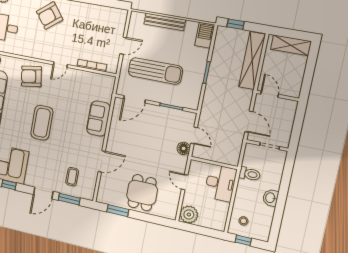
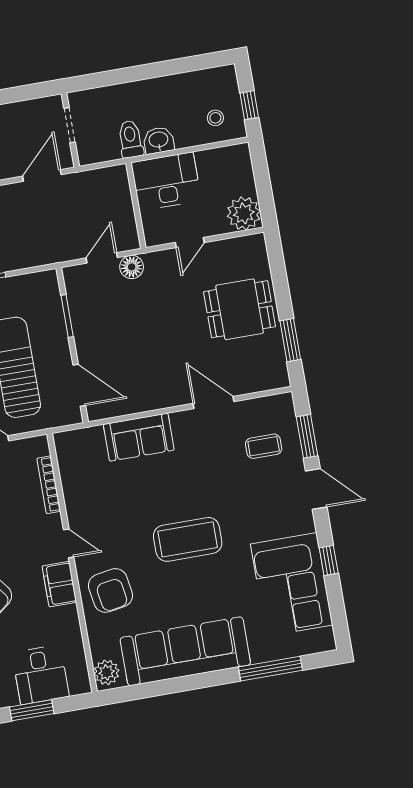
filing cabinet: (43, 53) -> (59, 584), added
washbasin: (271, 198) -> (159, 140), moved, turned 180

